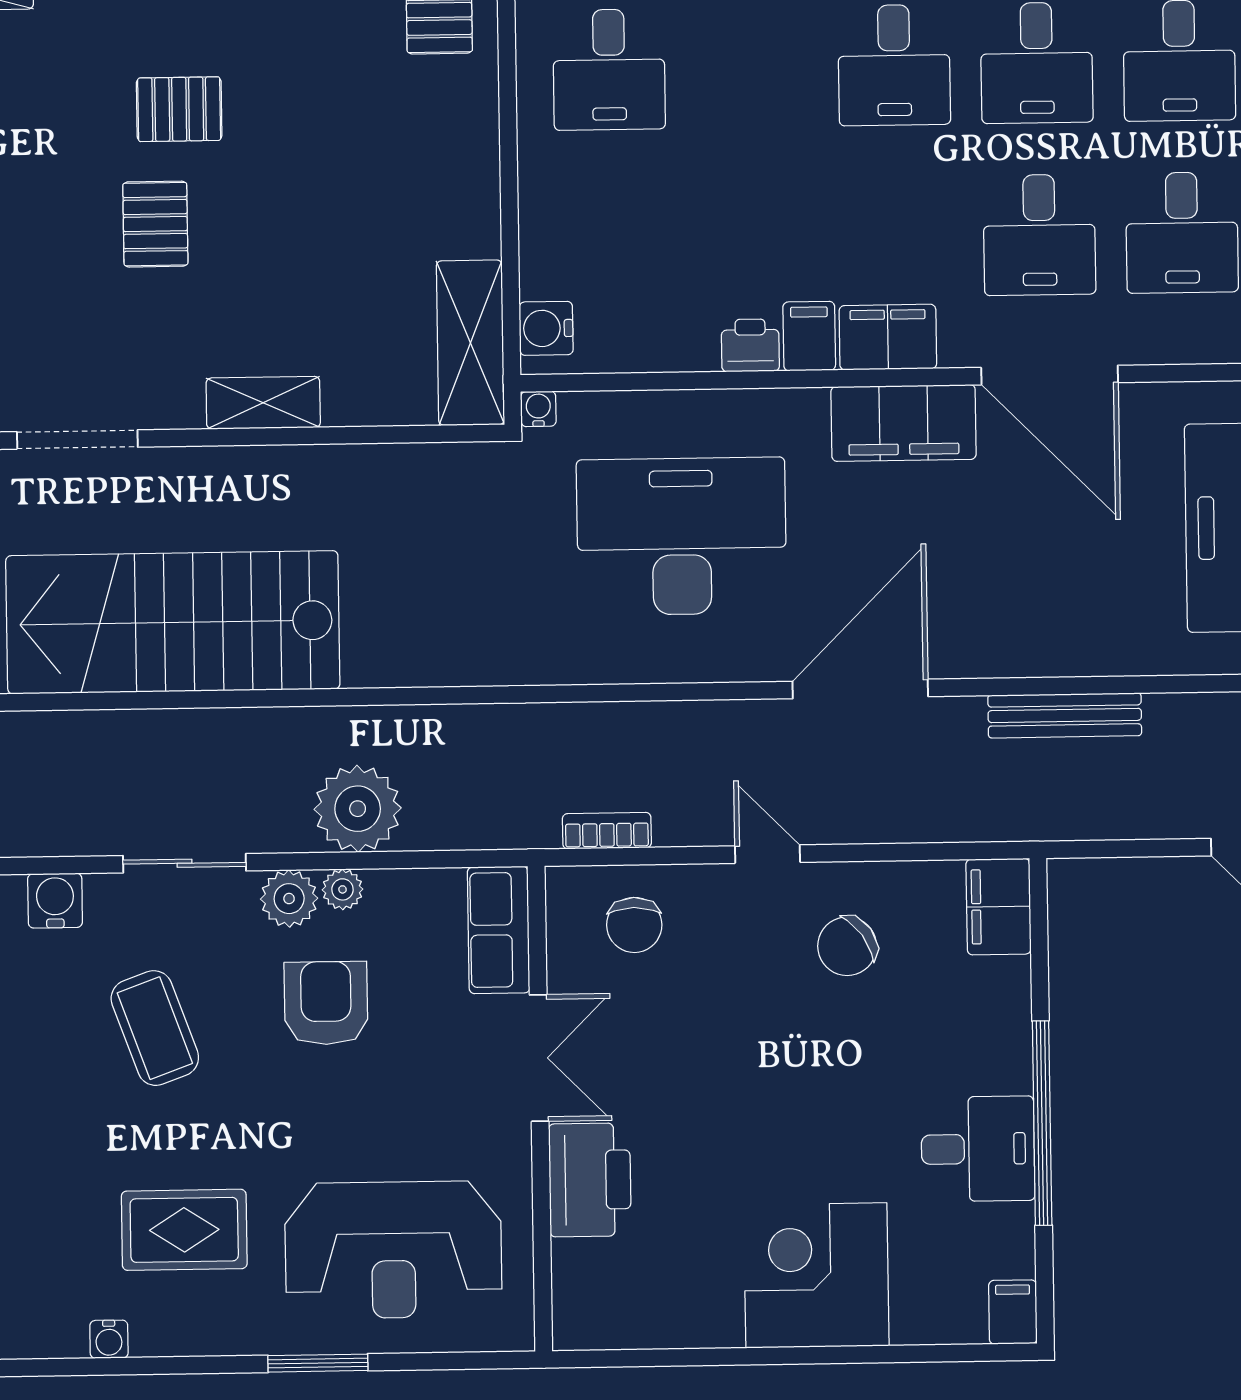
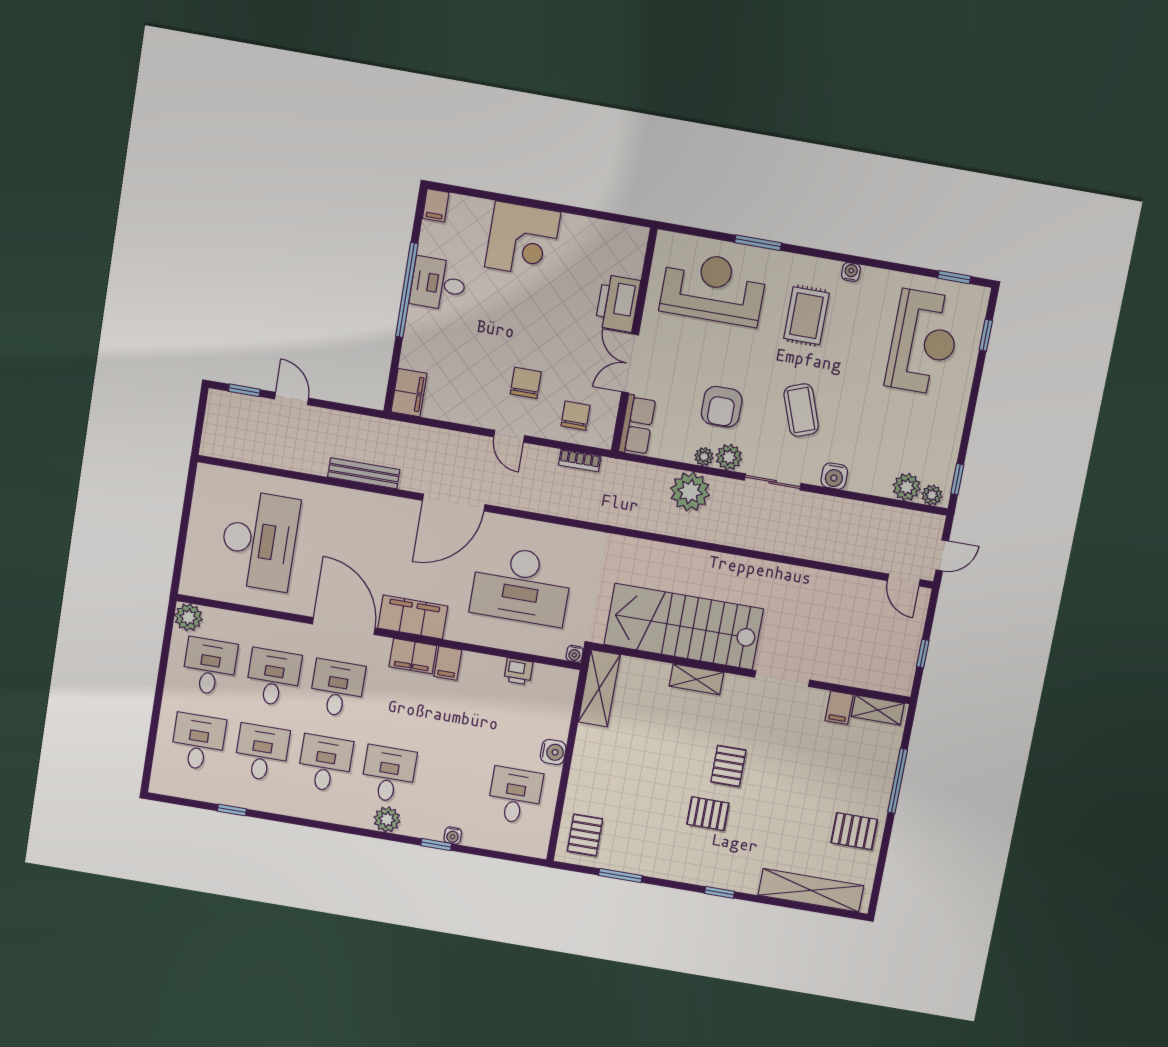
water cooler: (546, 328) -> (553, 752), moved
printer: (750, 345) -> (518, 671), moved
stairs: (173, 622) -> (684, 627), moved, turned 180
chair: (847, 946) -> (526, 383), moved, turned -55
rug: (184, 1230) -> (806, 316), turned 90

